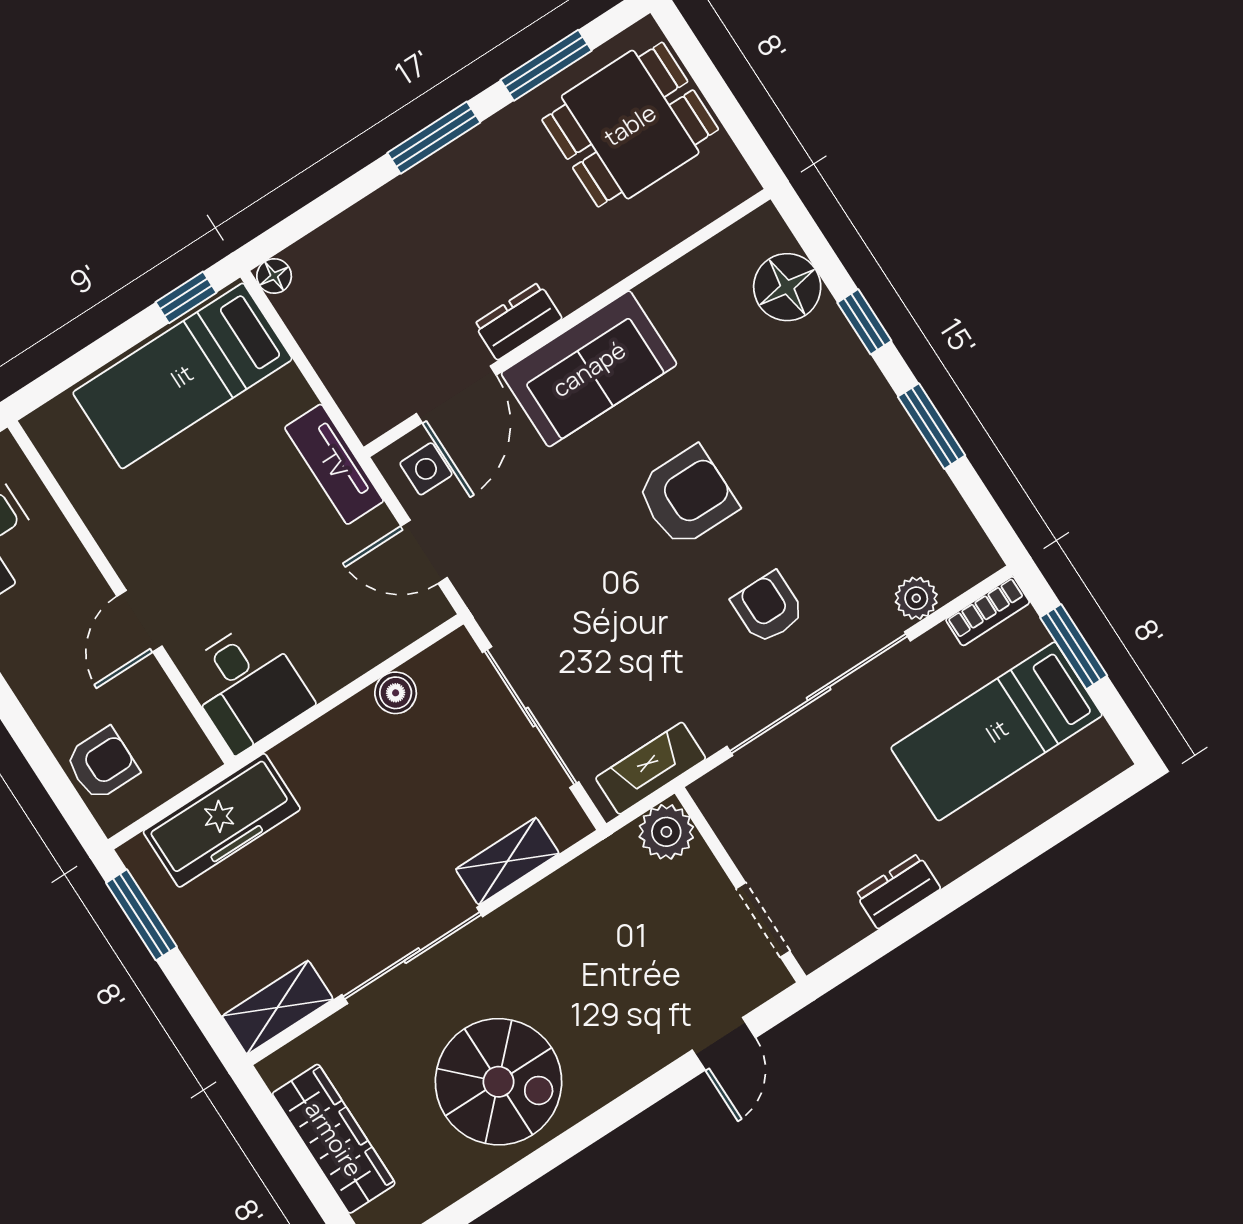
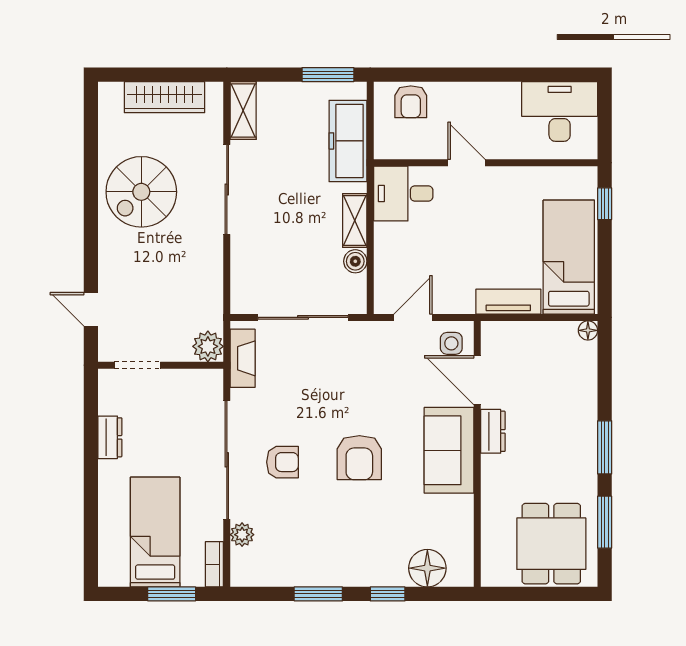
window: (186, 297) -> (605, 204), moved
tv unit: (334, 464) -> (508, 302), moved
shelving: (507, 861) -> (355, 220), moved

